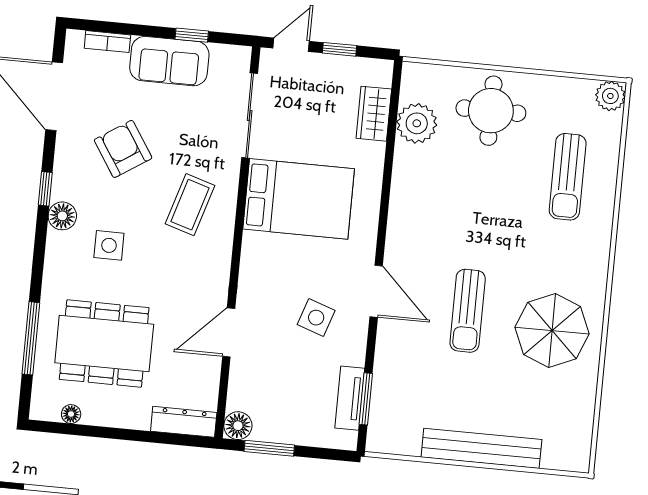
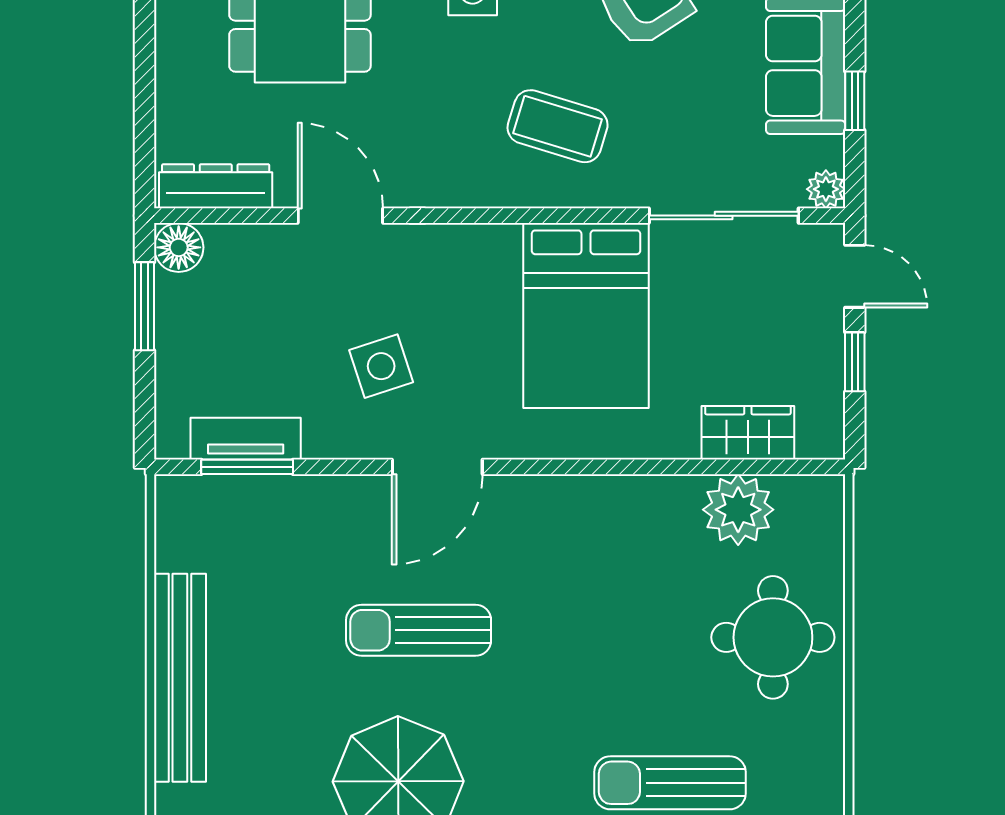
plant: (240, 56) -> (826, 189), added
side table: (316, 318) -> (381, 366), turned -37
dresser: (184, 422) -> (216, 186), moved, turned -90

